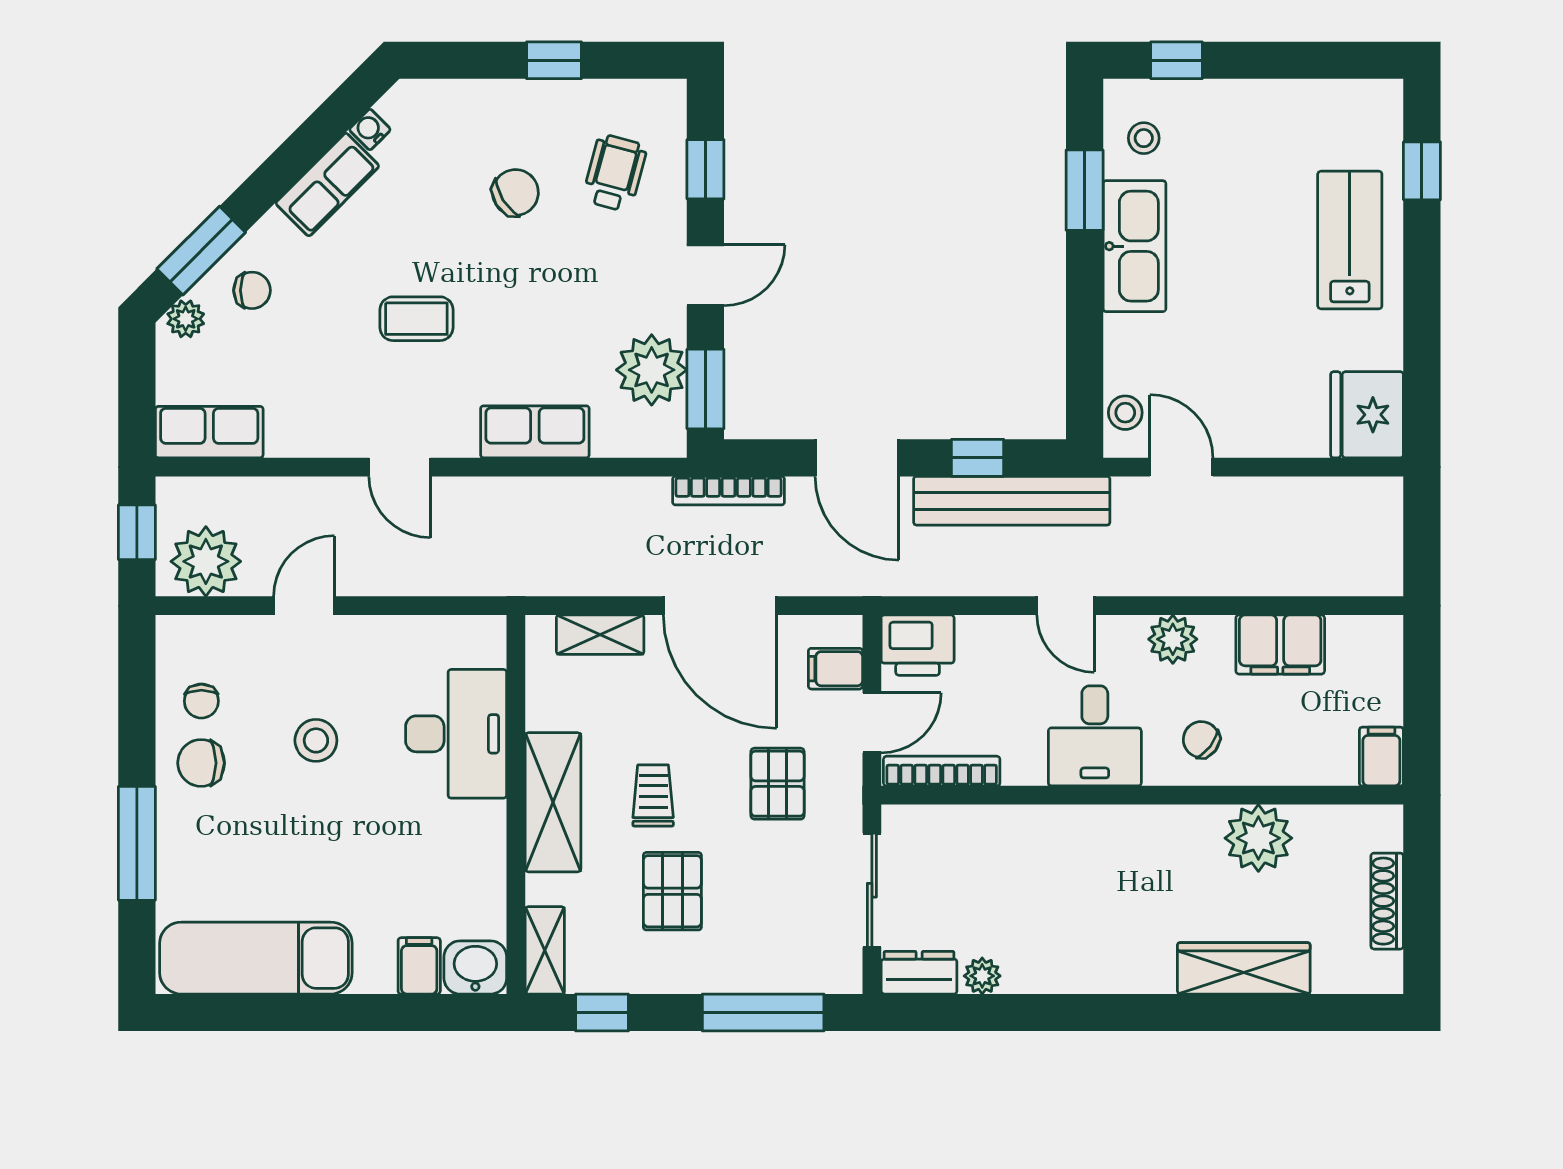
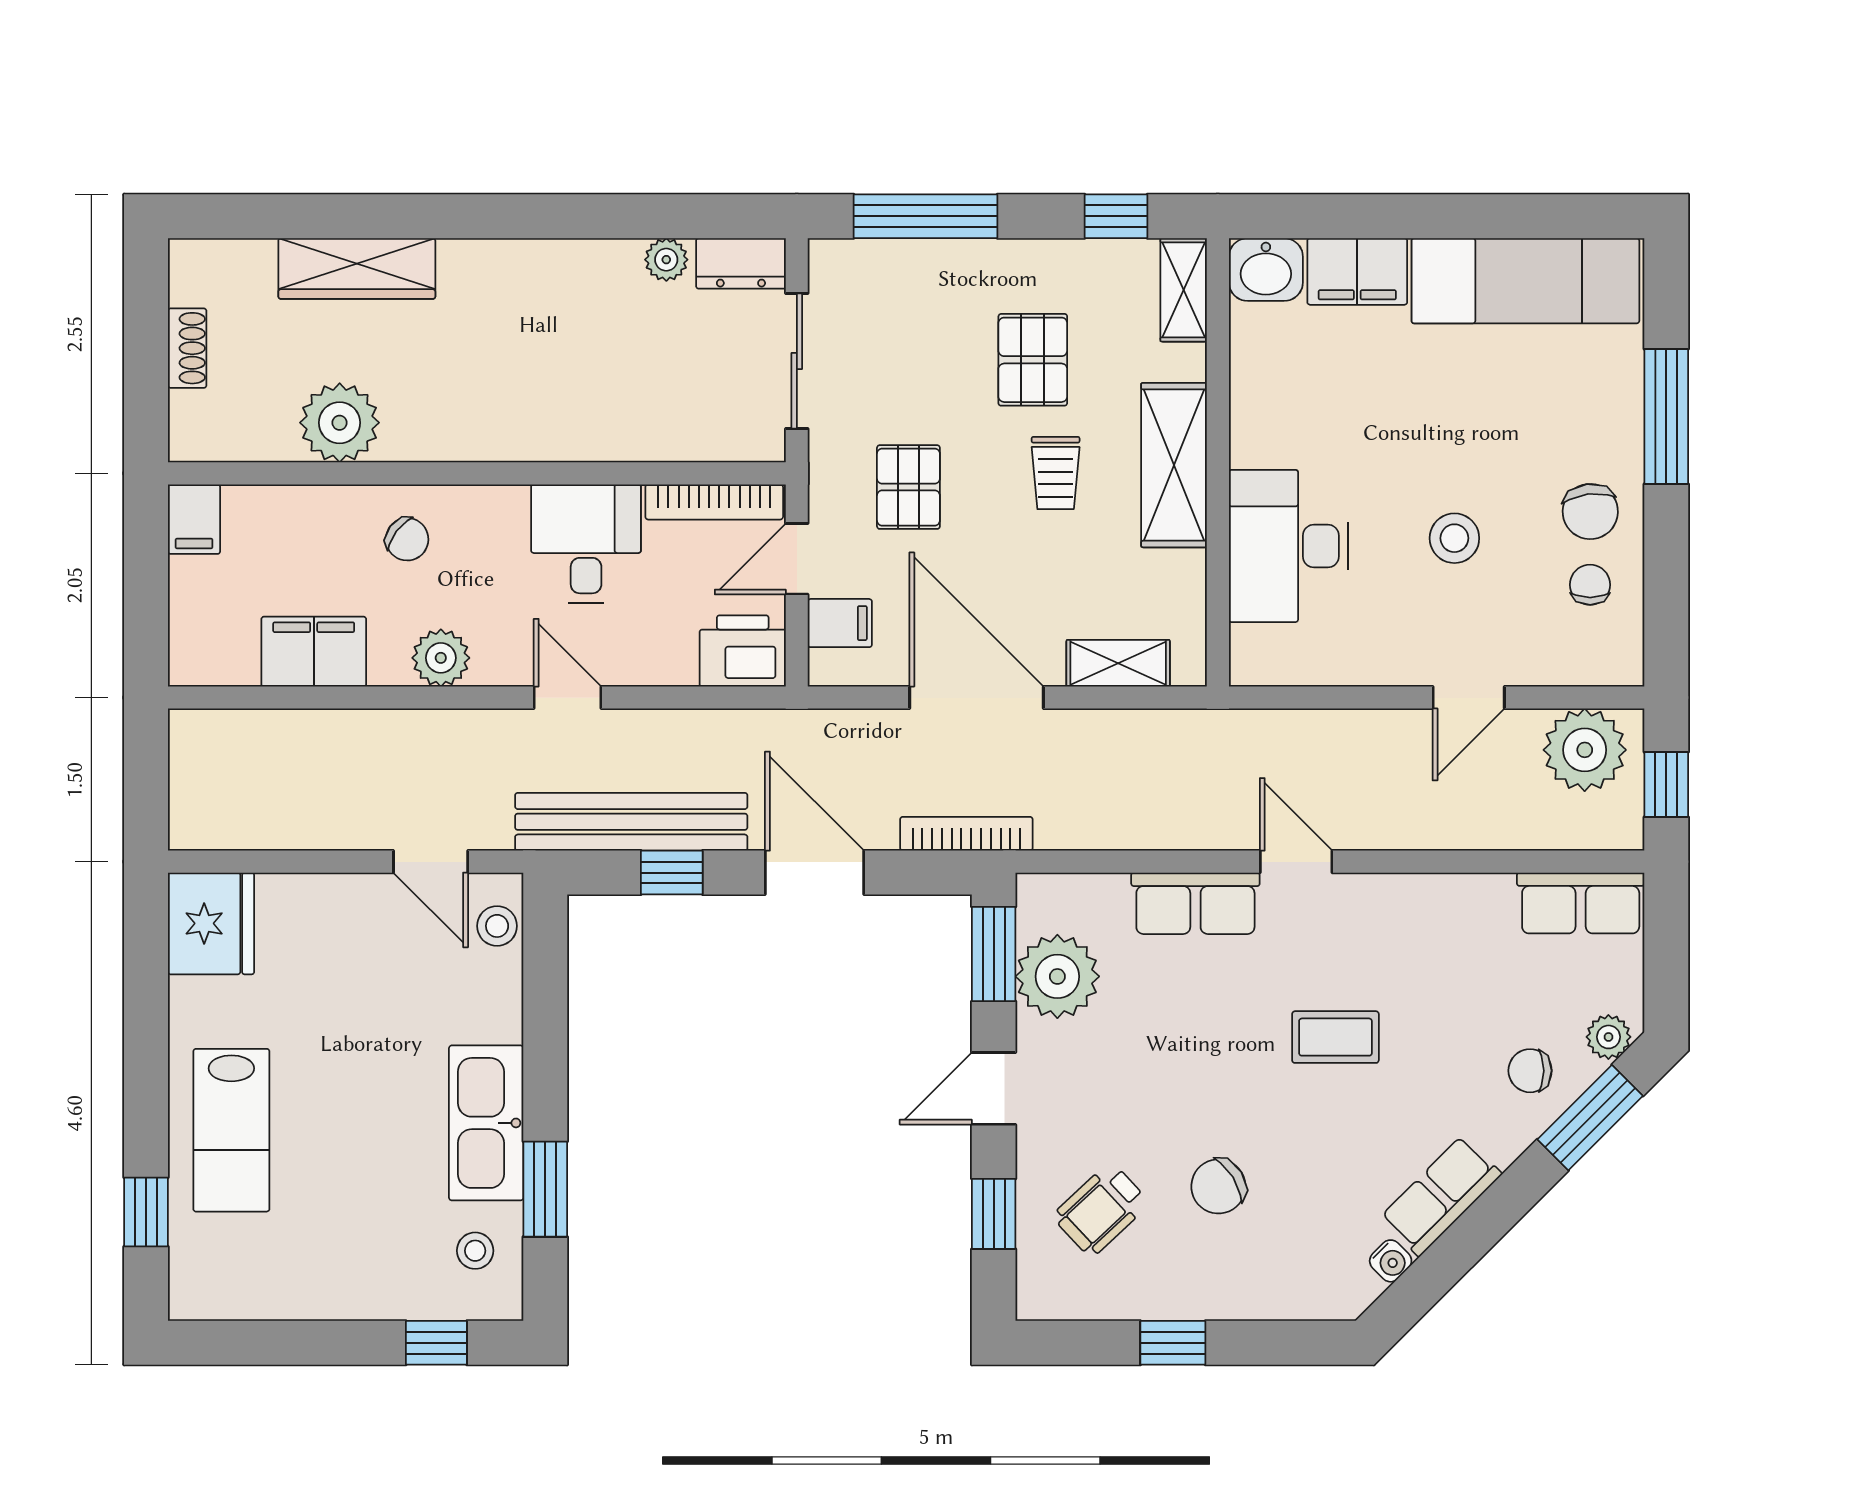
wheelchair: (615, 173) -> (1101, 1210), turned 32
door: (400, 467) -> (1296, 862), moved
desk: (1095, 736) -> (586, 544), moved
chair: (201, 763) -> (1590, 512), turned 83
shoe rack: (1387, 901) -> (187, 348), width x0.70
filing cabinet: (419, 966) -> (1357, 271), width x2.00

